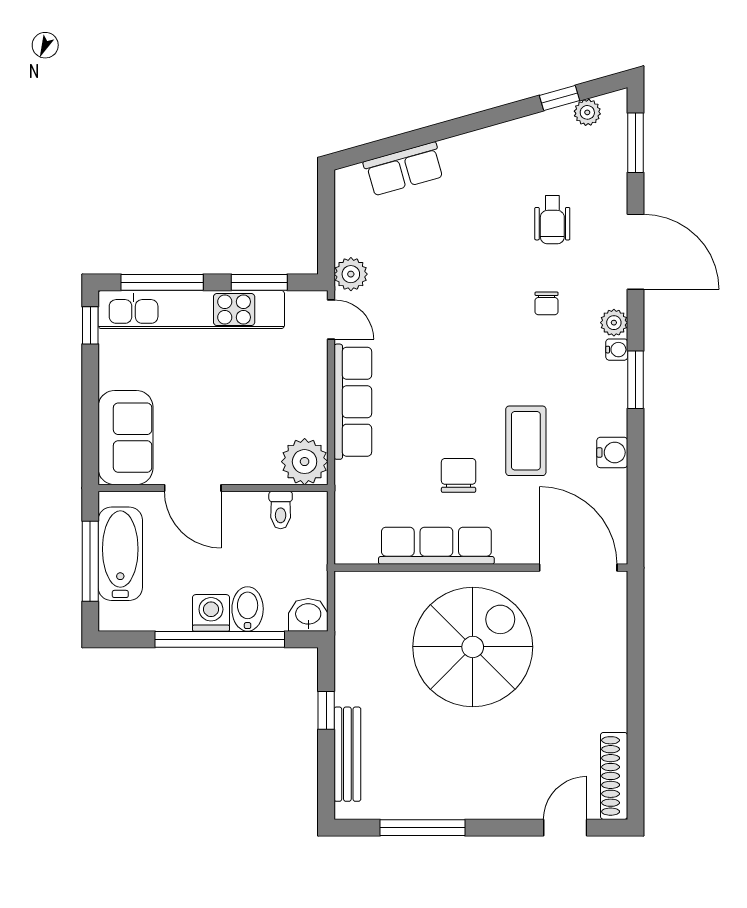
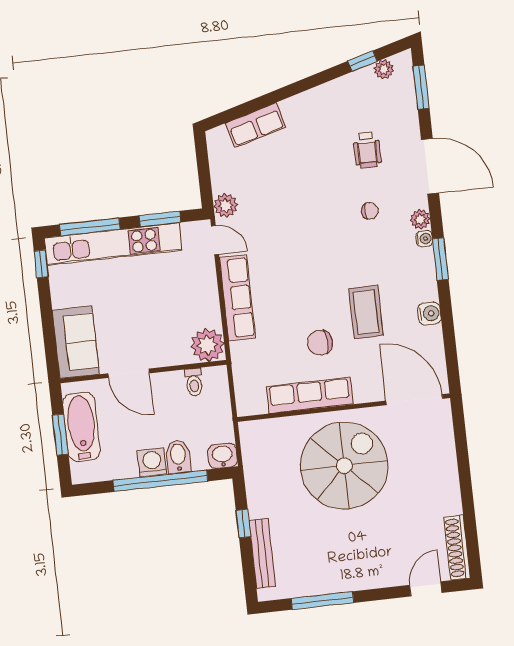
chair: (547, 303) -> (370, 211), turned -90
chair: (459, 475) -> (320, 343), turned -93
window: (90, 561) -> (60, 435), width x0.69

